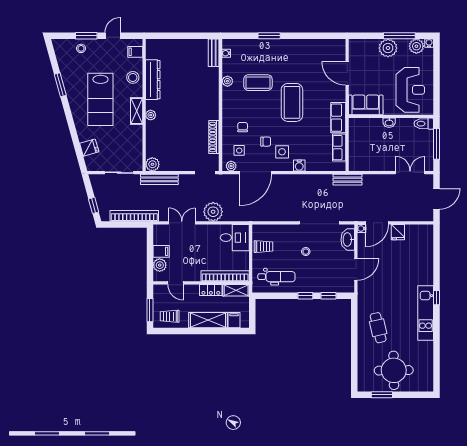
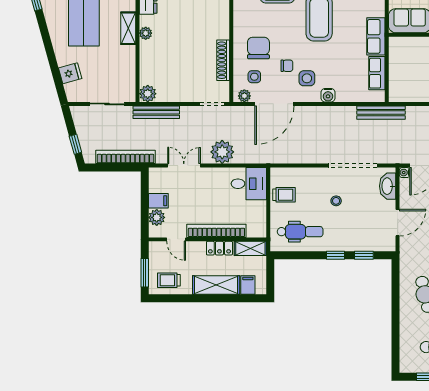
chair: (243, 127) -> (258, 48), width x1.87, depth x1.87
bench: (348, 180) -> (381, 113), width x1.36
bookcase: (225, 276) -> (216, 231), moved

